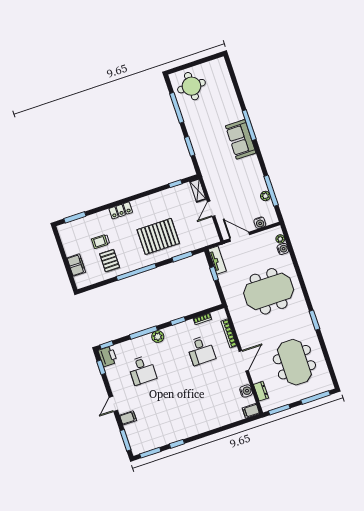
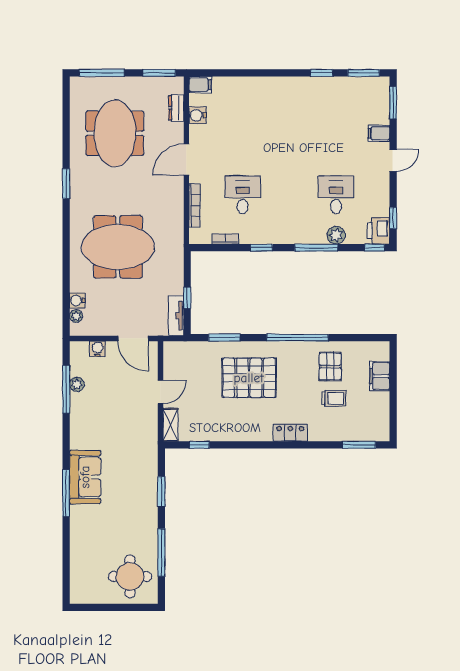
plant: (158, 337) -> (336, 235), moved

